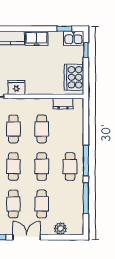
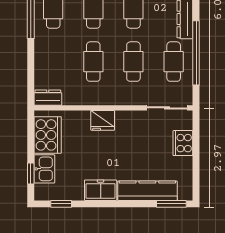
kitchen sink: (74, 38) -> (44, 169), moved, turned 90
fridge: (16, 88) -> (103, 120), moved
dresser: (63, 104) -> (48, 98), moved

